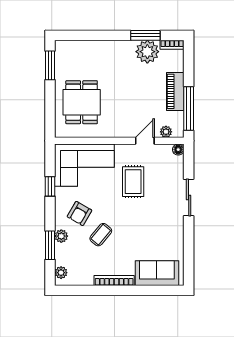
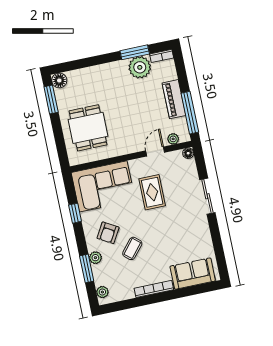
floor lamp: (63, 48) -> (59, 80), added

